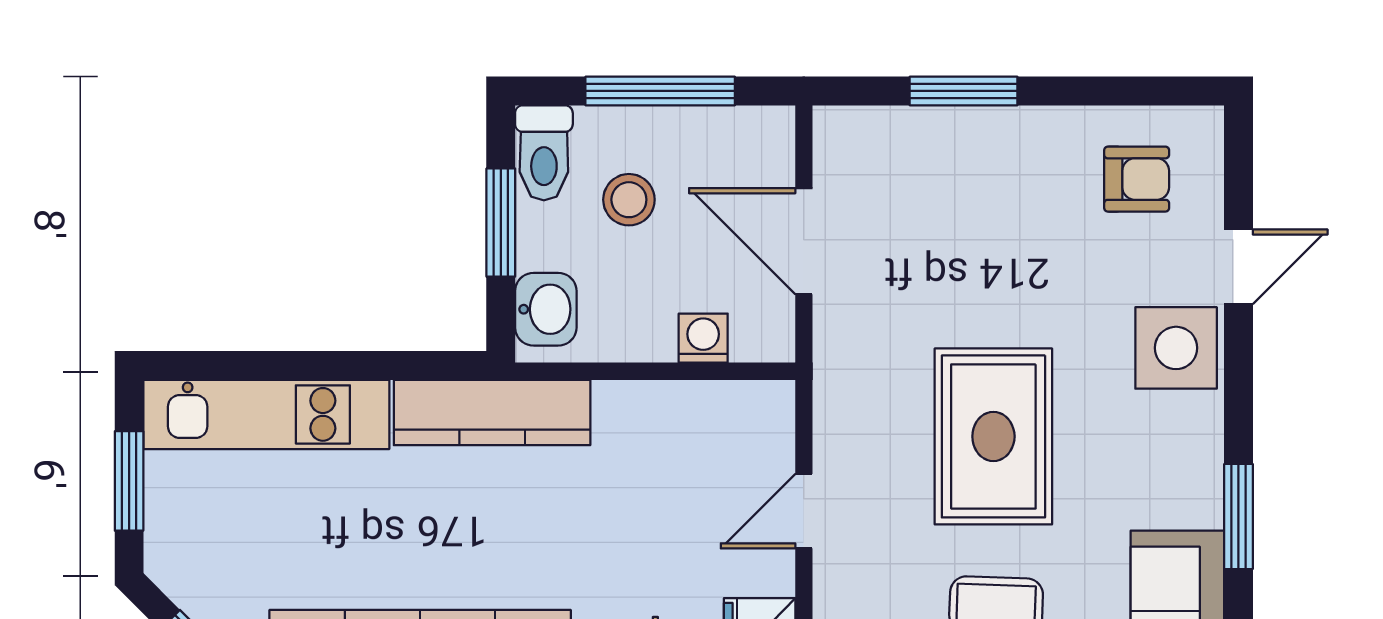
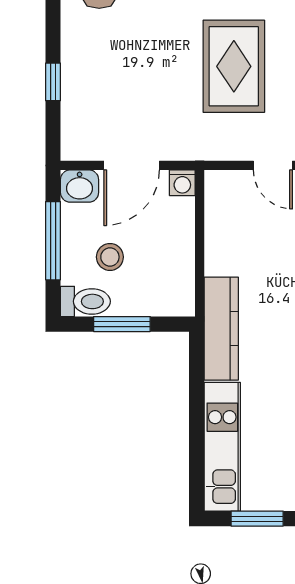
window: (964, 91) -> (53, 82), width x0.67
washbasin: (546, 309) -> (80, 186), moved, turned 180
washing machine: (703, 338) -> (182, 183), moved, turned -90
rug: (993, 436) -> (234, 66), turned 90

